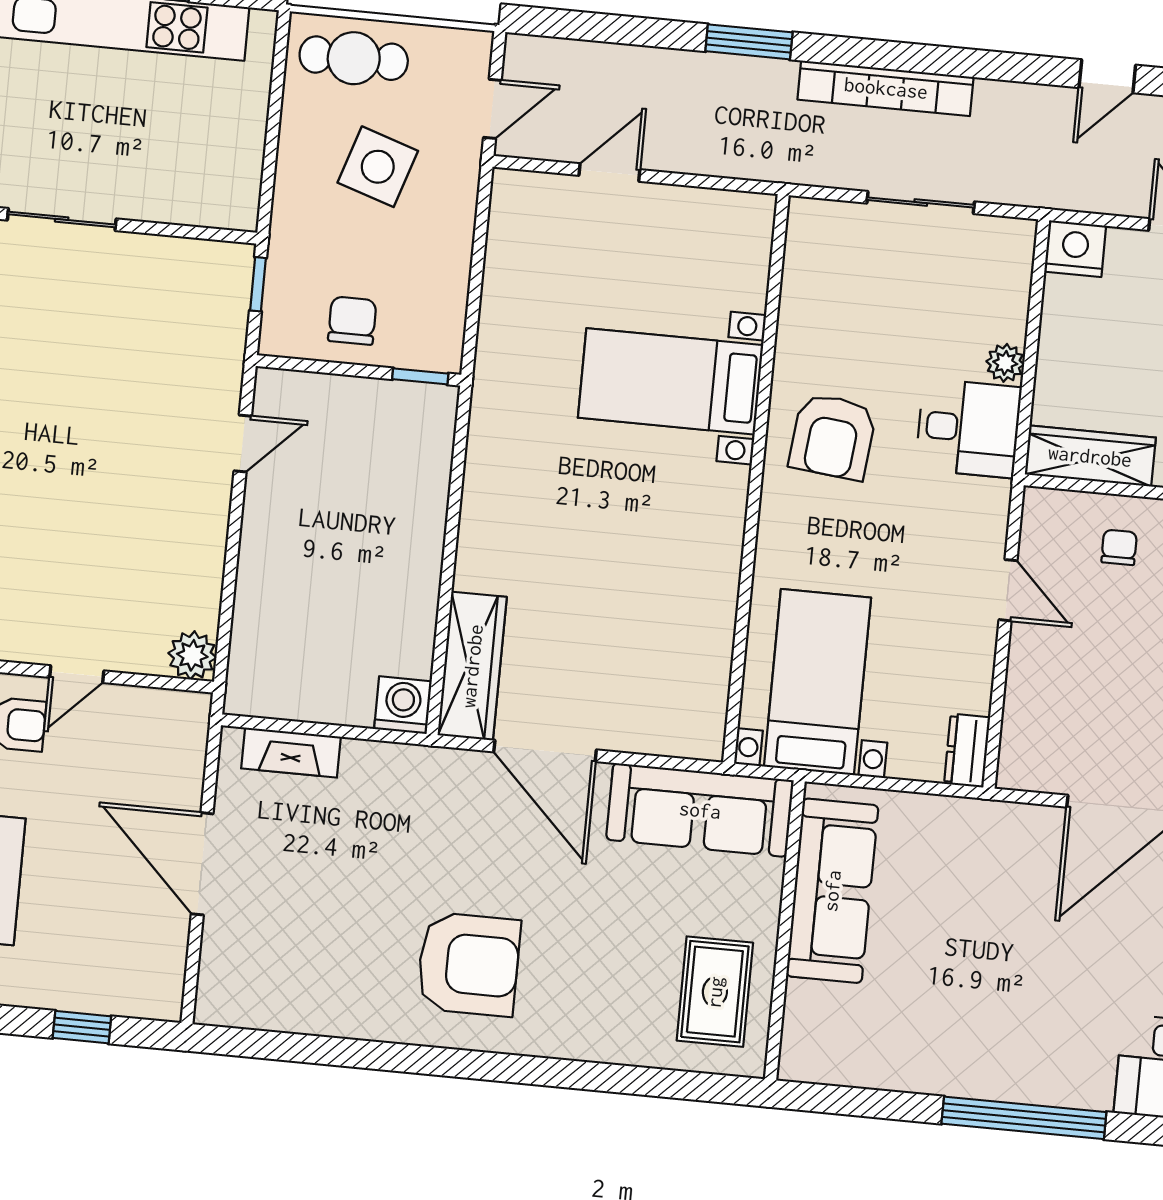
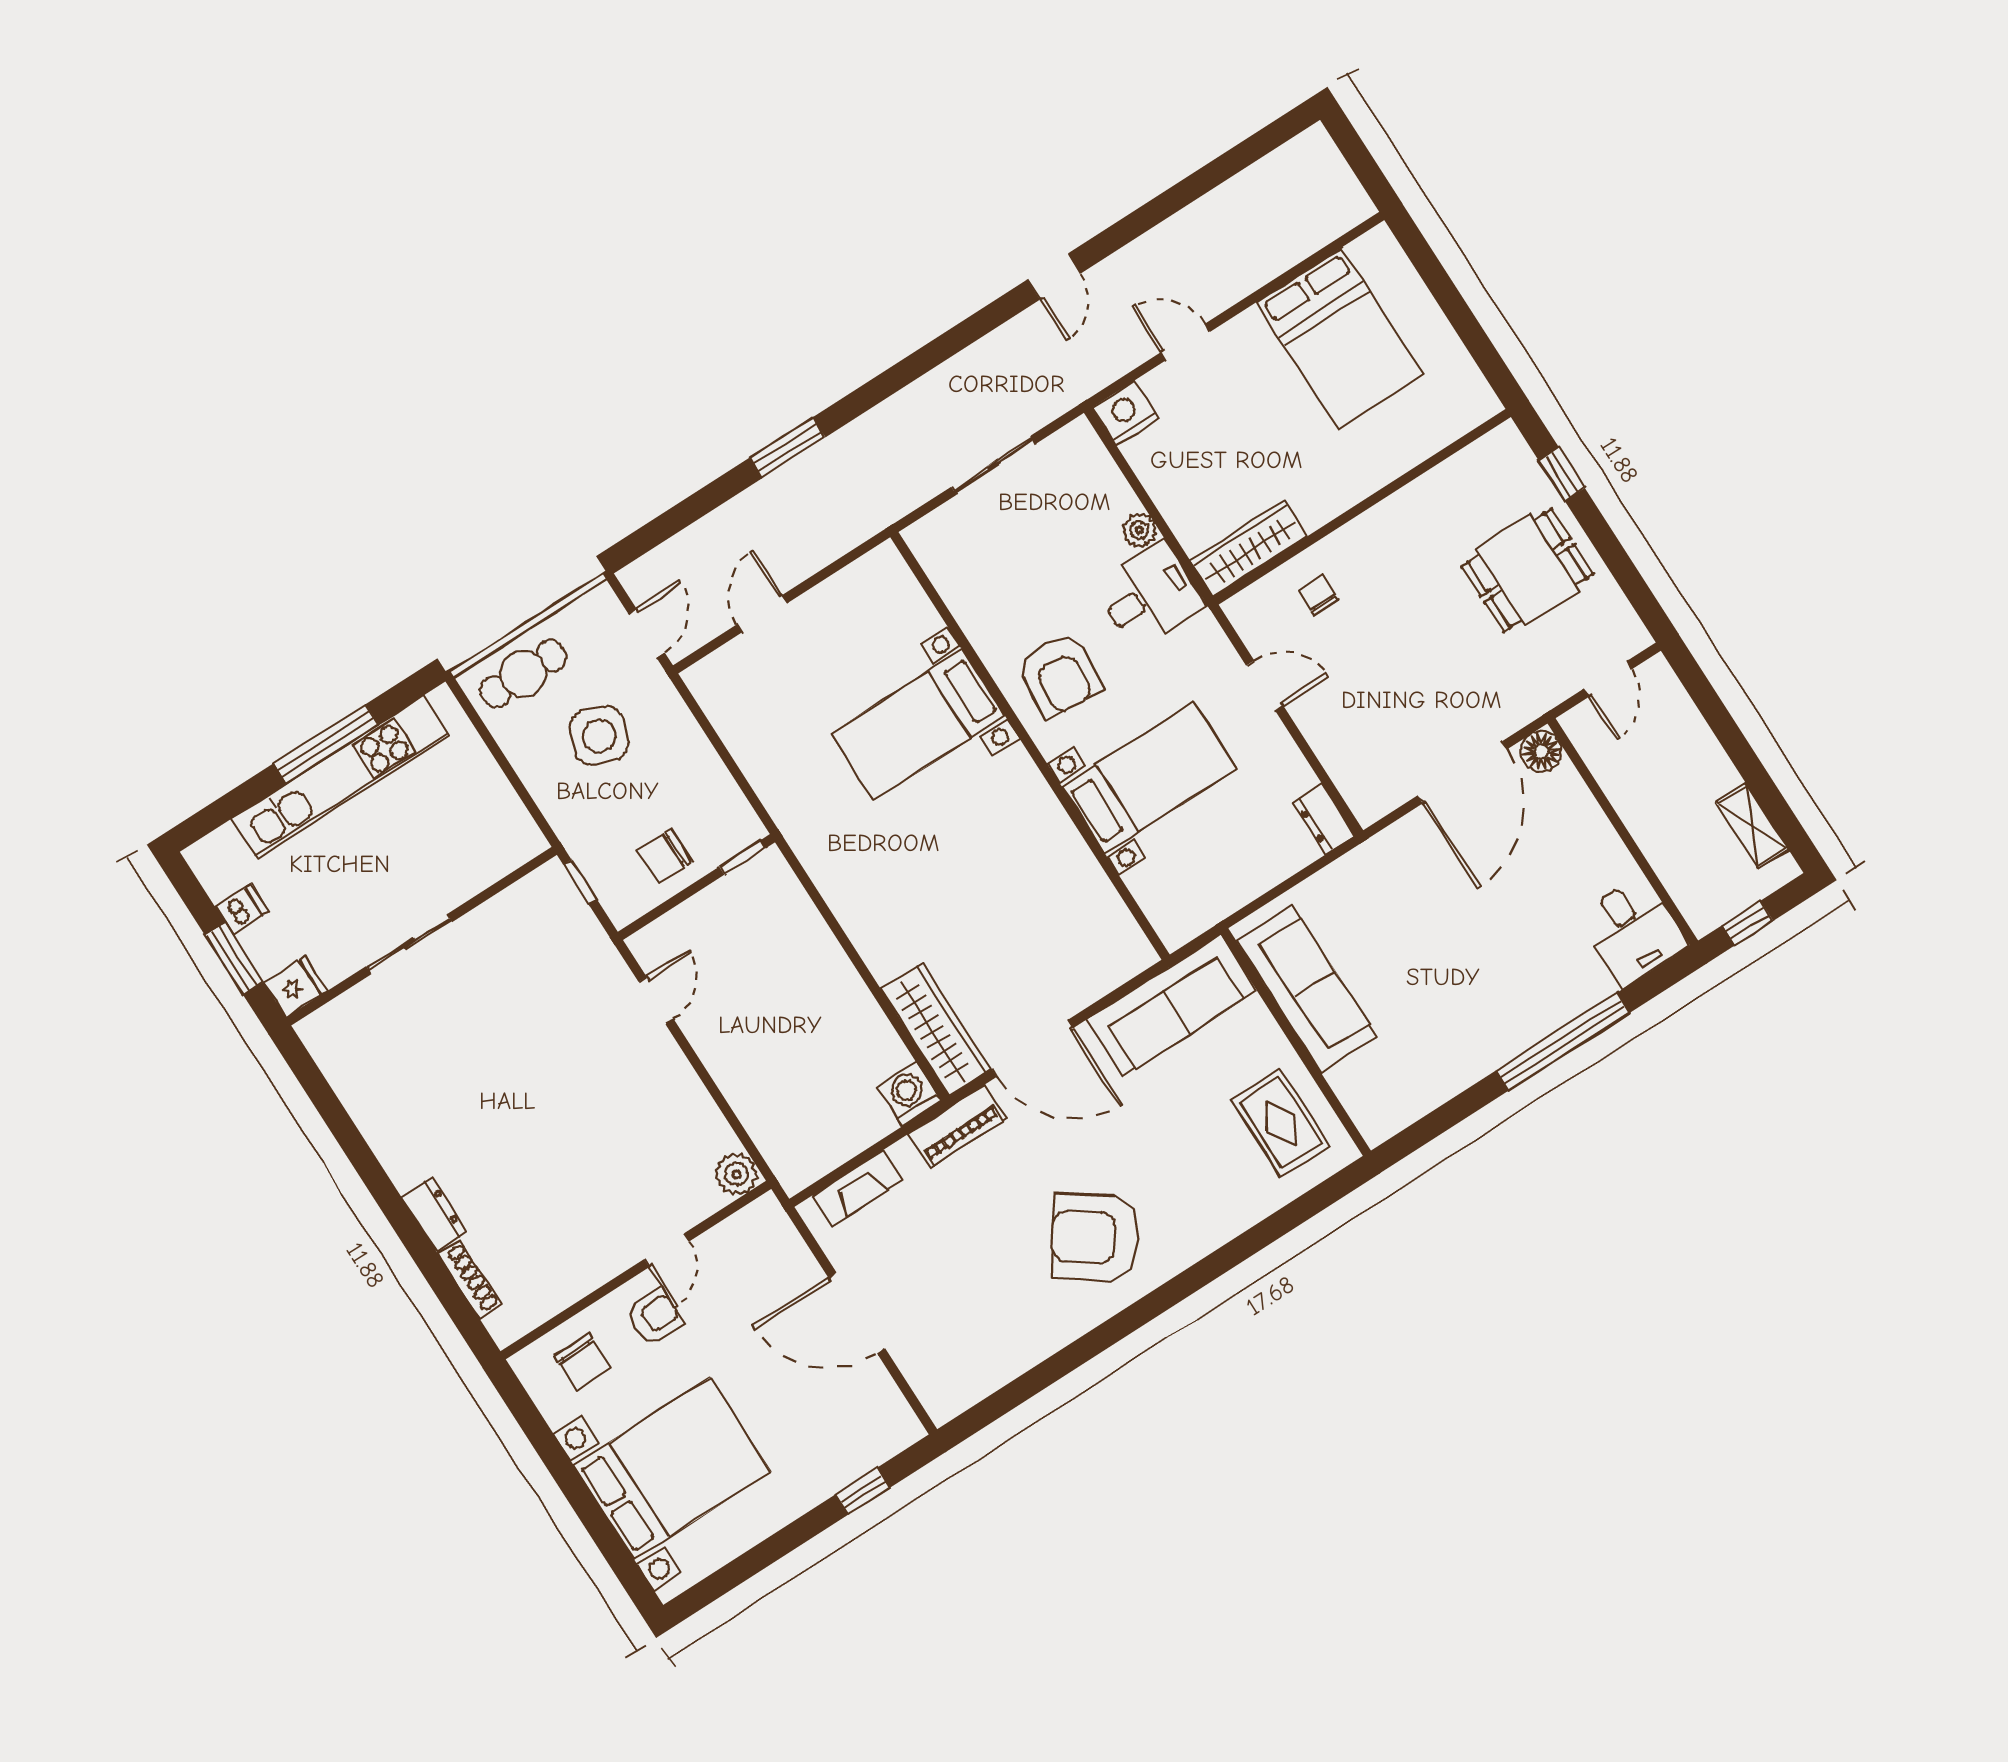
bookcase: (886, 88) -> (907, 405), removed
chair: (352, 321) -> (665, 856), turned -90
bed with nightstands: (817, 682) -> (1149, 777), moved, turned 90
piano: (423, 768) -> (957, 1126), added
armchair: (469, 964) -> (1095, 1238), turned -145

